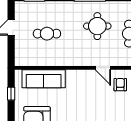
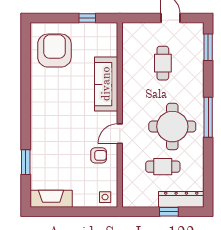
round table: (97, 26) -> (172, 127), width x1.36, depth x1.36
sofa: (44, 79) -> (106, 84), moved

